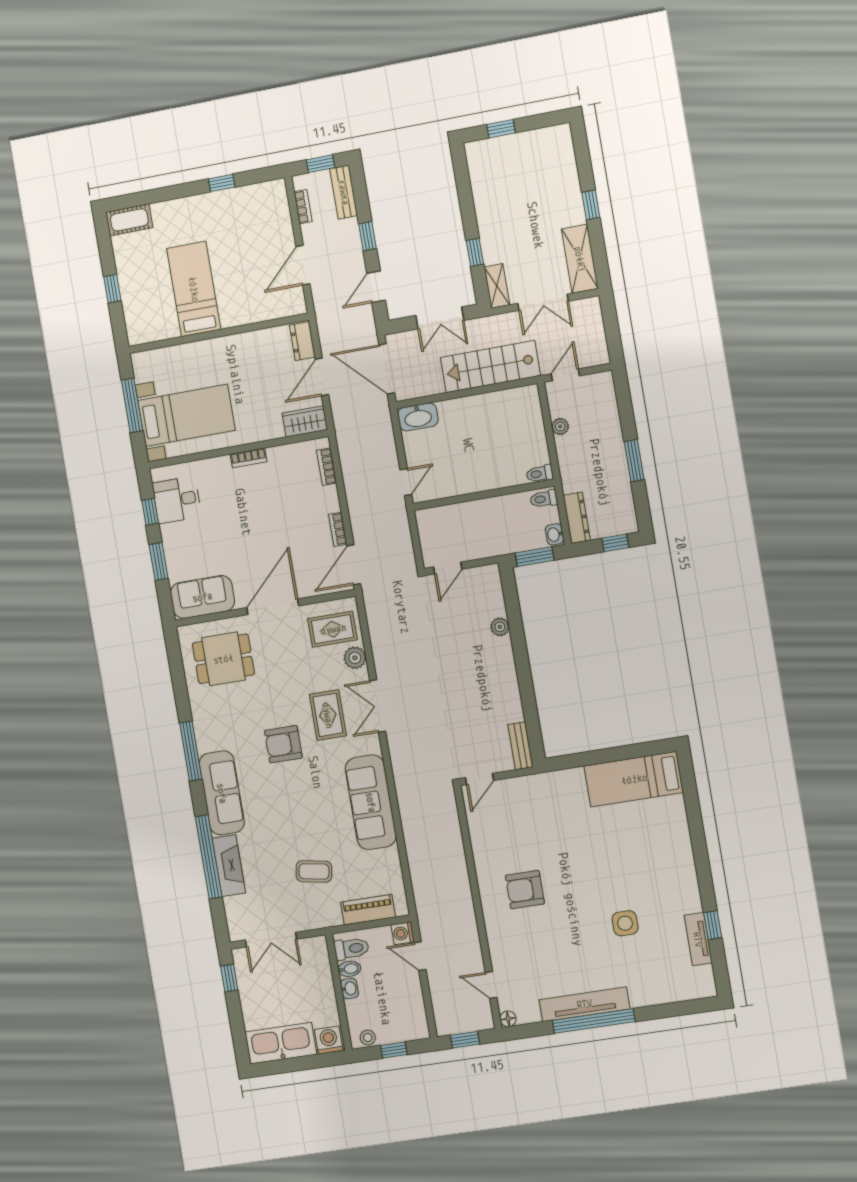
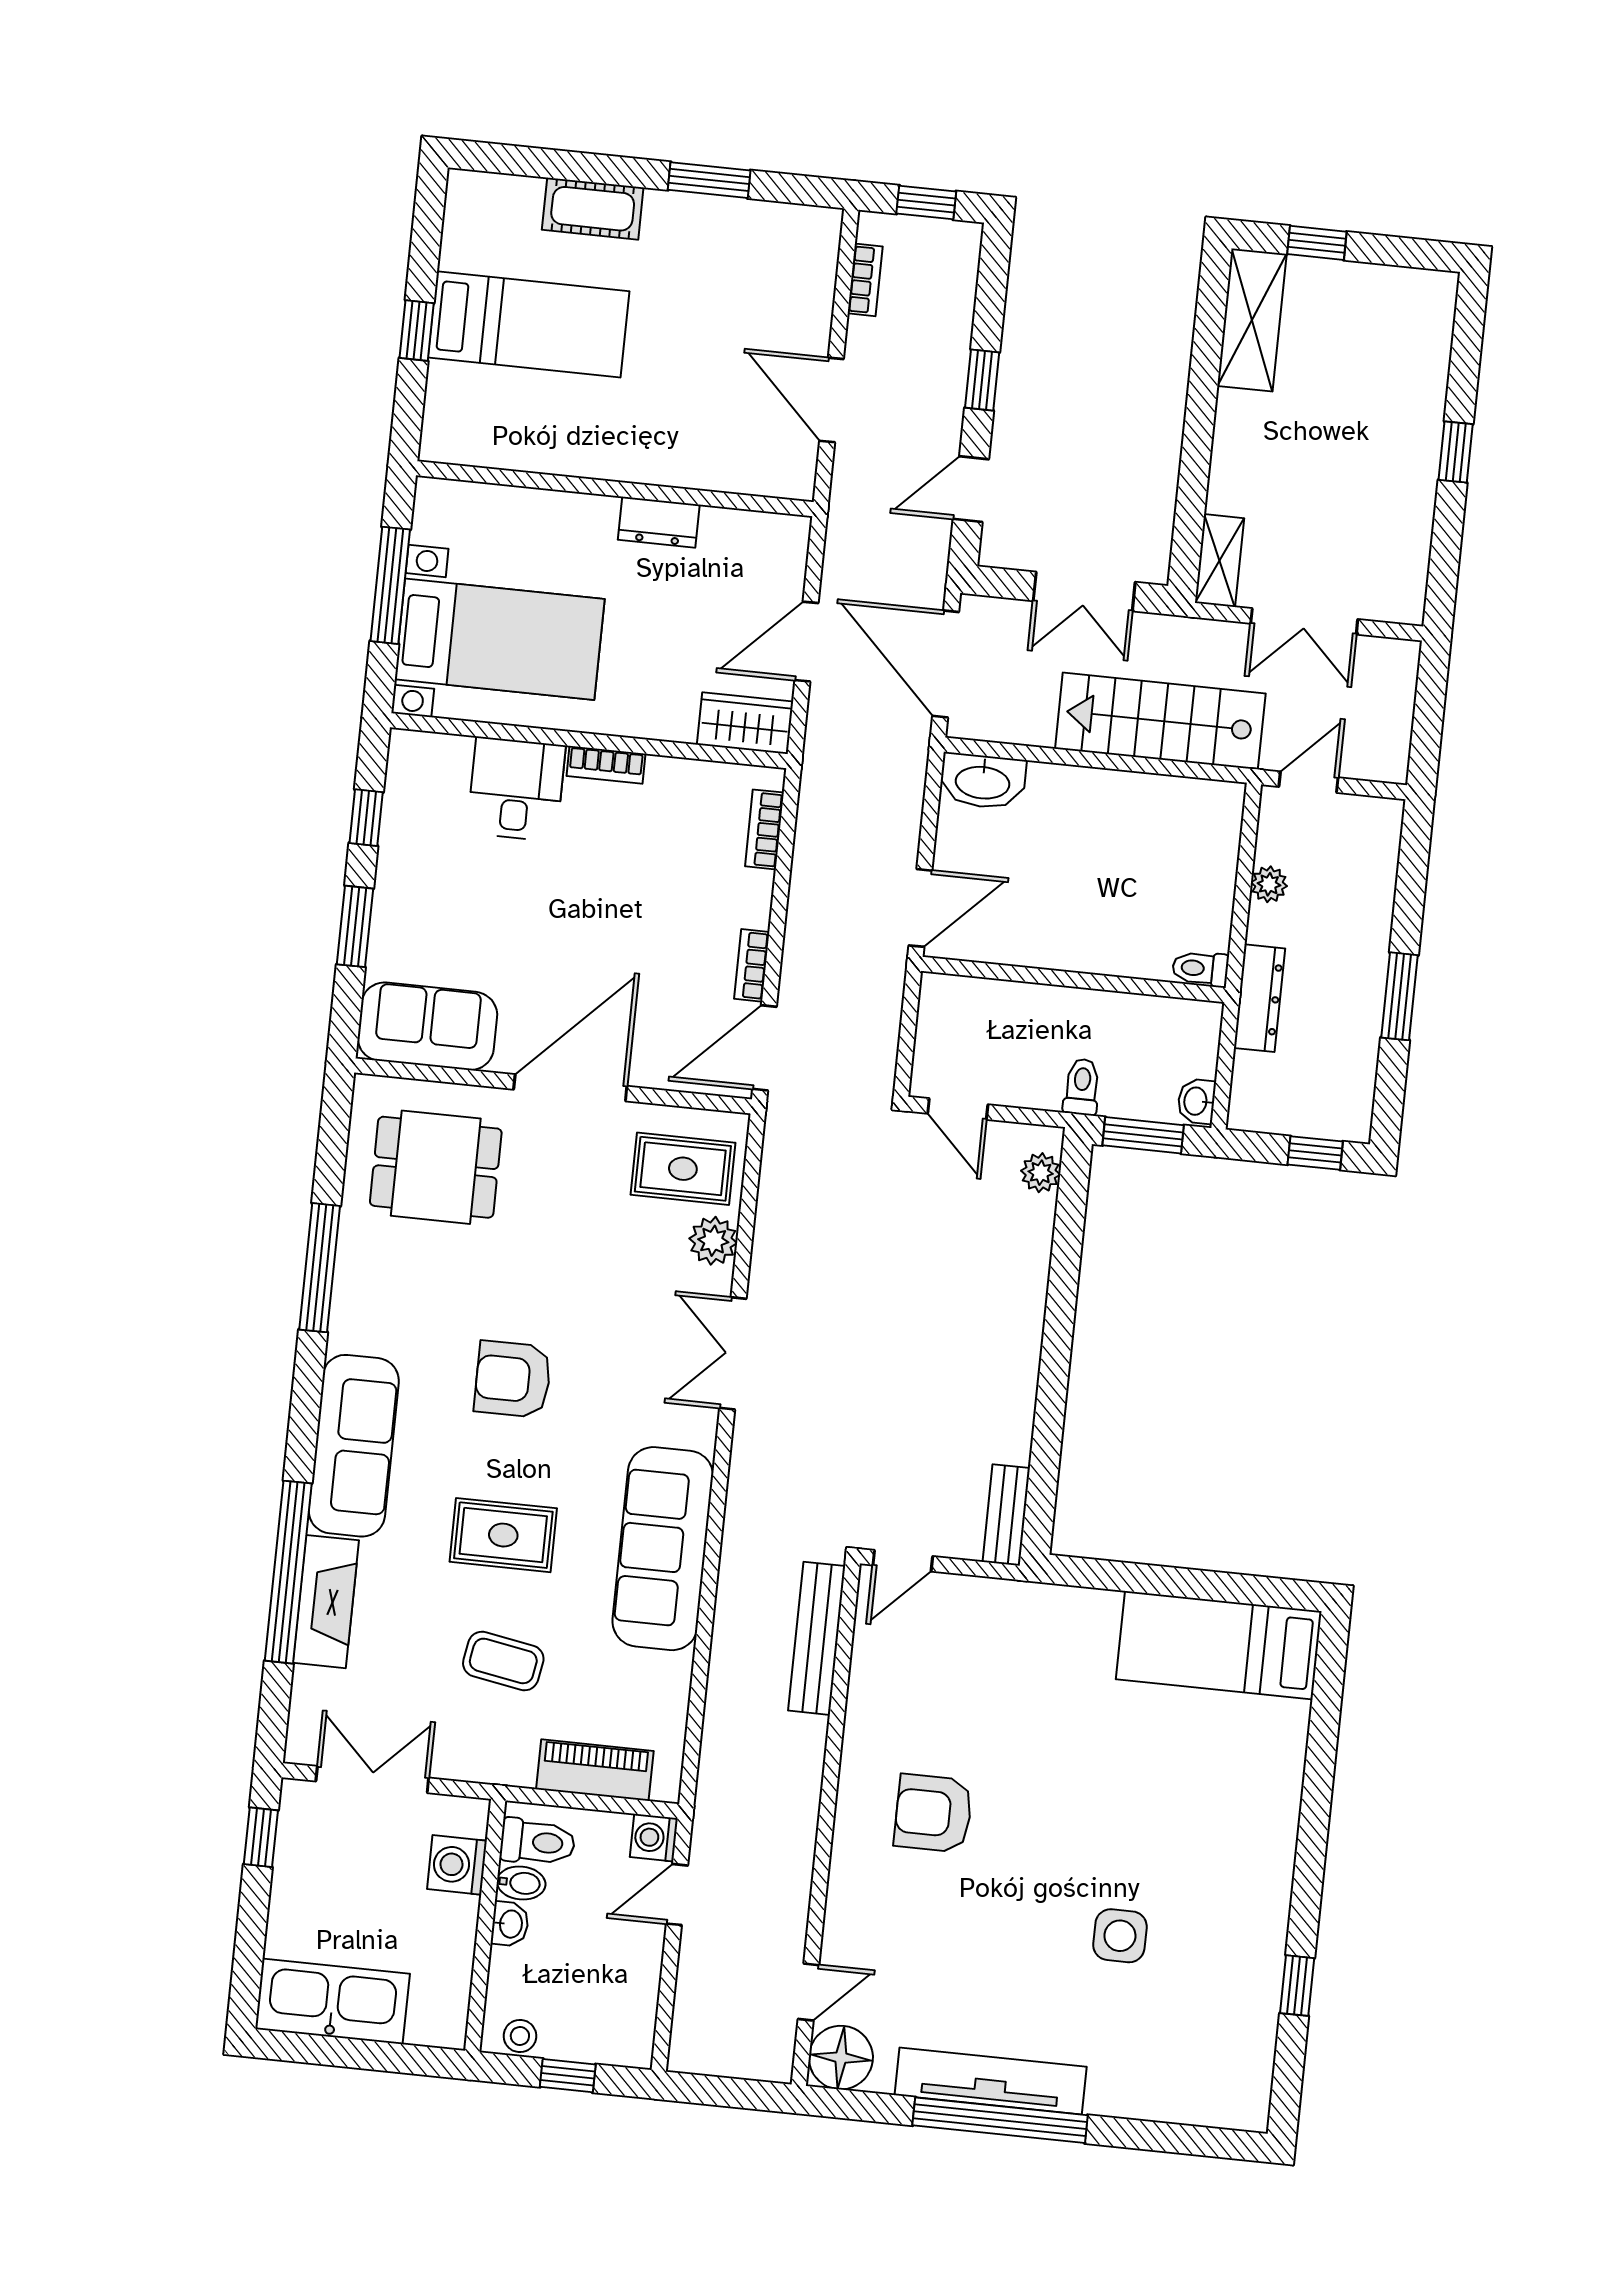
window: (222, 183) -> (709, 180), width x1.50
bench: (344, 192) -> (817, 1638), moved, width x1.36
cot: (129, 220) -> (593, 209), moved
window: (475, 252) -> (1194, 479), removed
shelving: (580, 259) -> (1252, 320), moved
door: (303, 265) -> (831, 400), hinge flipped
bed: (194, 289) -> (529, 324), moved, turned 90
dresser: (302, 341) -> (659, 522), moved, turned -90
door: (406, 482) -> (920, 908), width x1.38
toilet: (544, 499) -> (1082, 1087), moved, turned 90
desk: (177, 500) -> (516, 789), moved, turned 90
dresser: (577, 518) -> (1259, 998), moved
door: (448, 568) -> (958, 1109), hinge flipped
plant: (500, 627) -> (1041, 1173), moved
rug: (328, 715) -> (503, 1535), moved, turned 90
window: (191, 751) -> (320, 1268), moved
tv unit: (698, 939) -> (1260, 2007), removed
double door: (271, 940) -> (372, 1779), swing flipped
door: (420, 956) -> (677, 1895), hinge flipped
door: (491, 985) -> (808, 1992), swing flipped
floor lamp: (508, 1019) -> (841, 2058), width x1.89, depth x1.89
washing machine: (329, 1040) -> (457, 1865), moved, turned -90
window: (465, 1040) -> (723, 2092), removed

